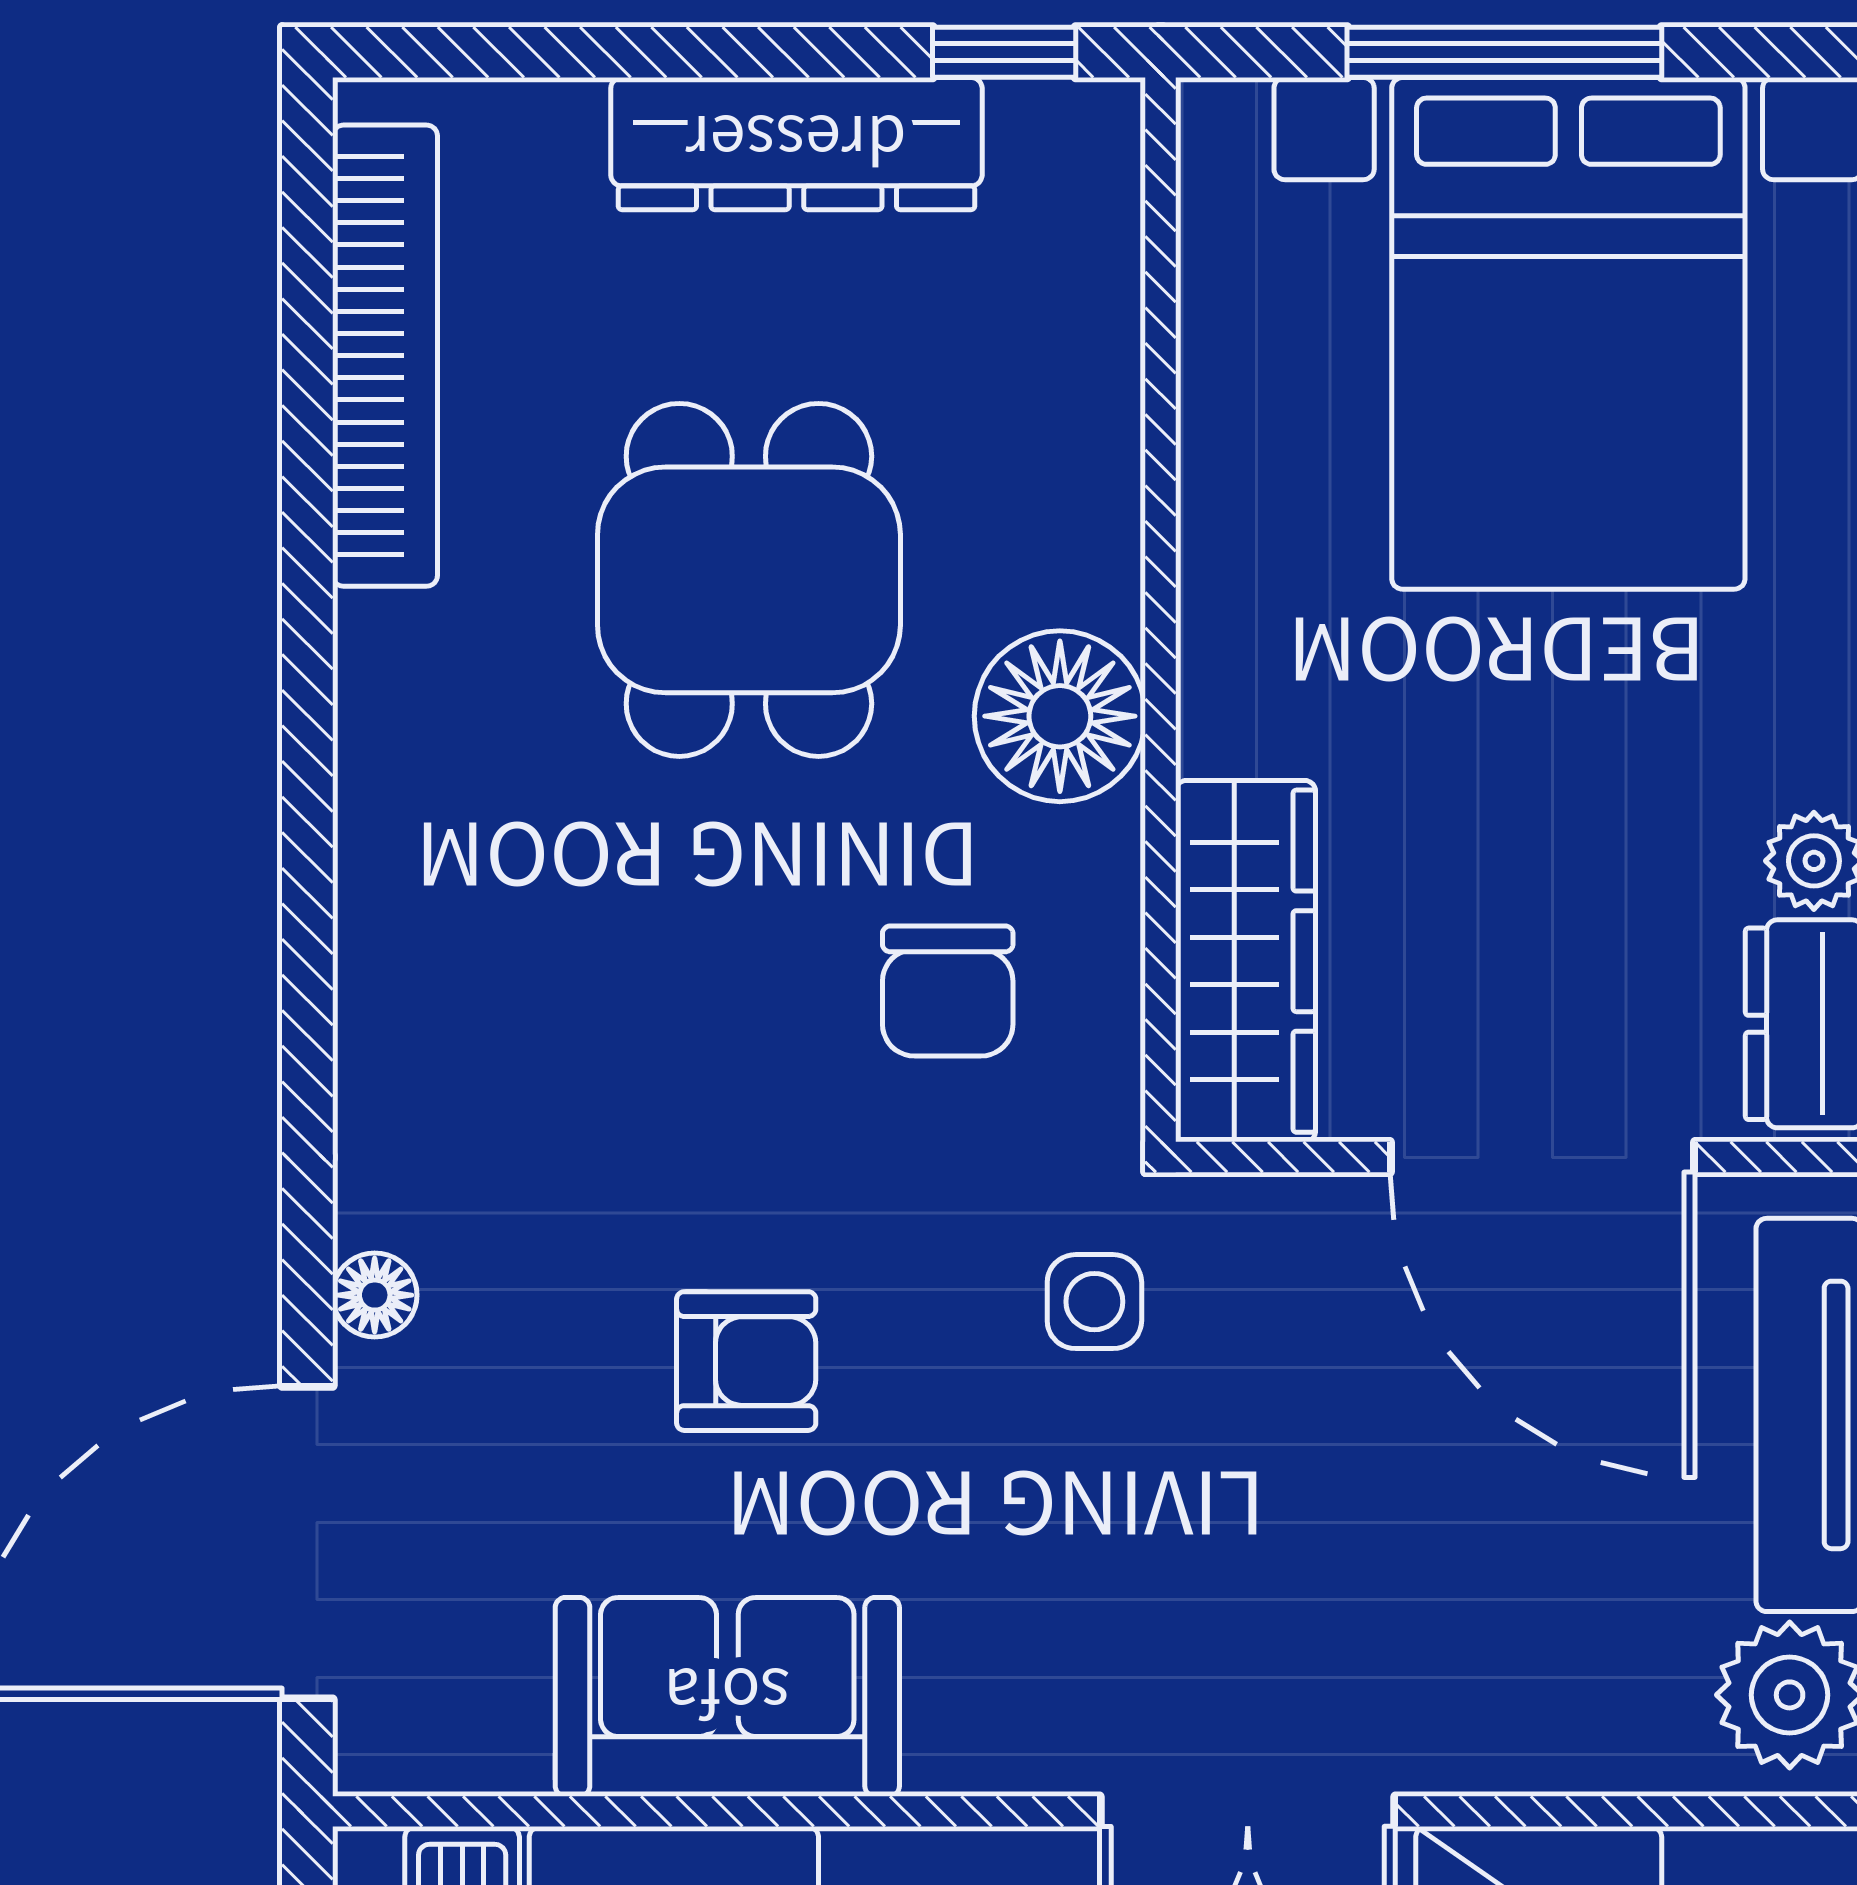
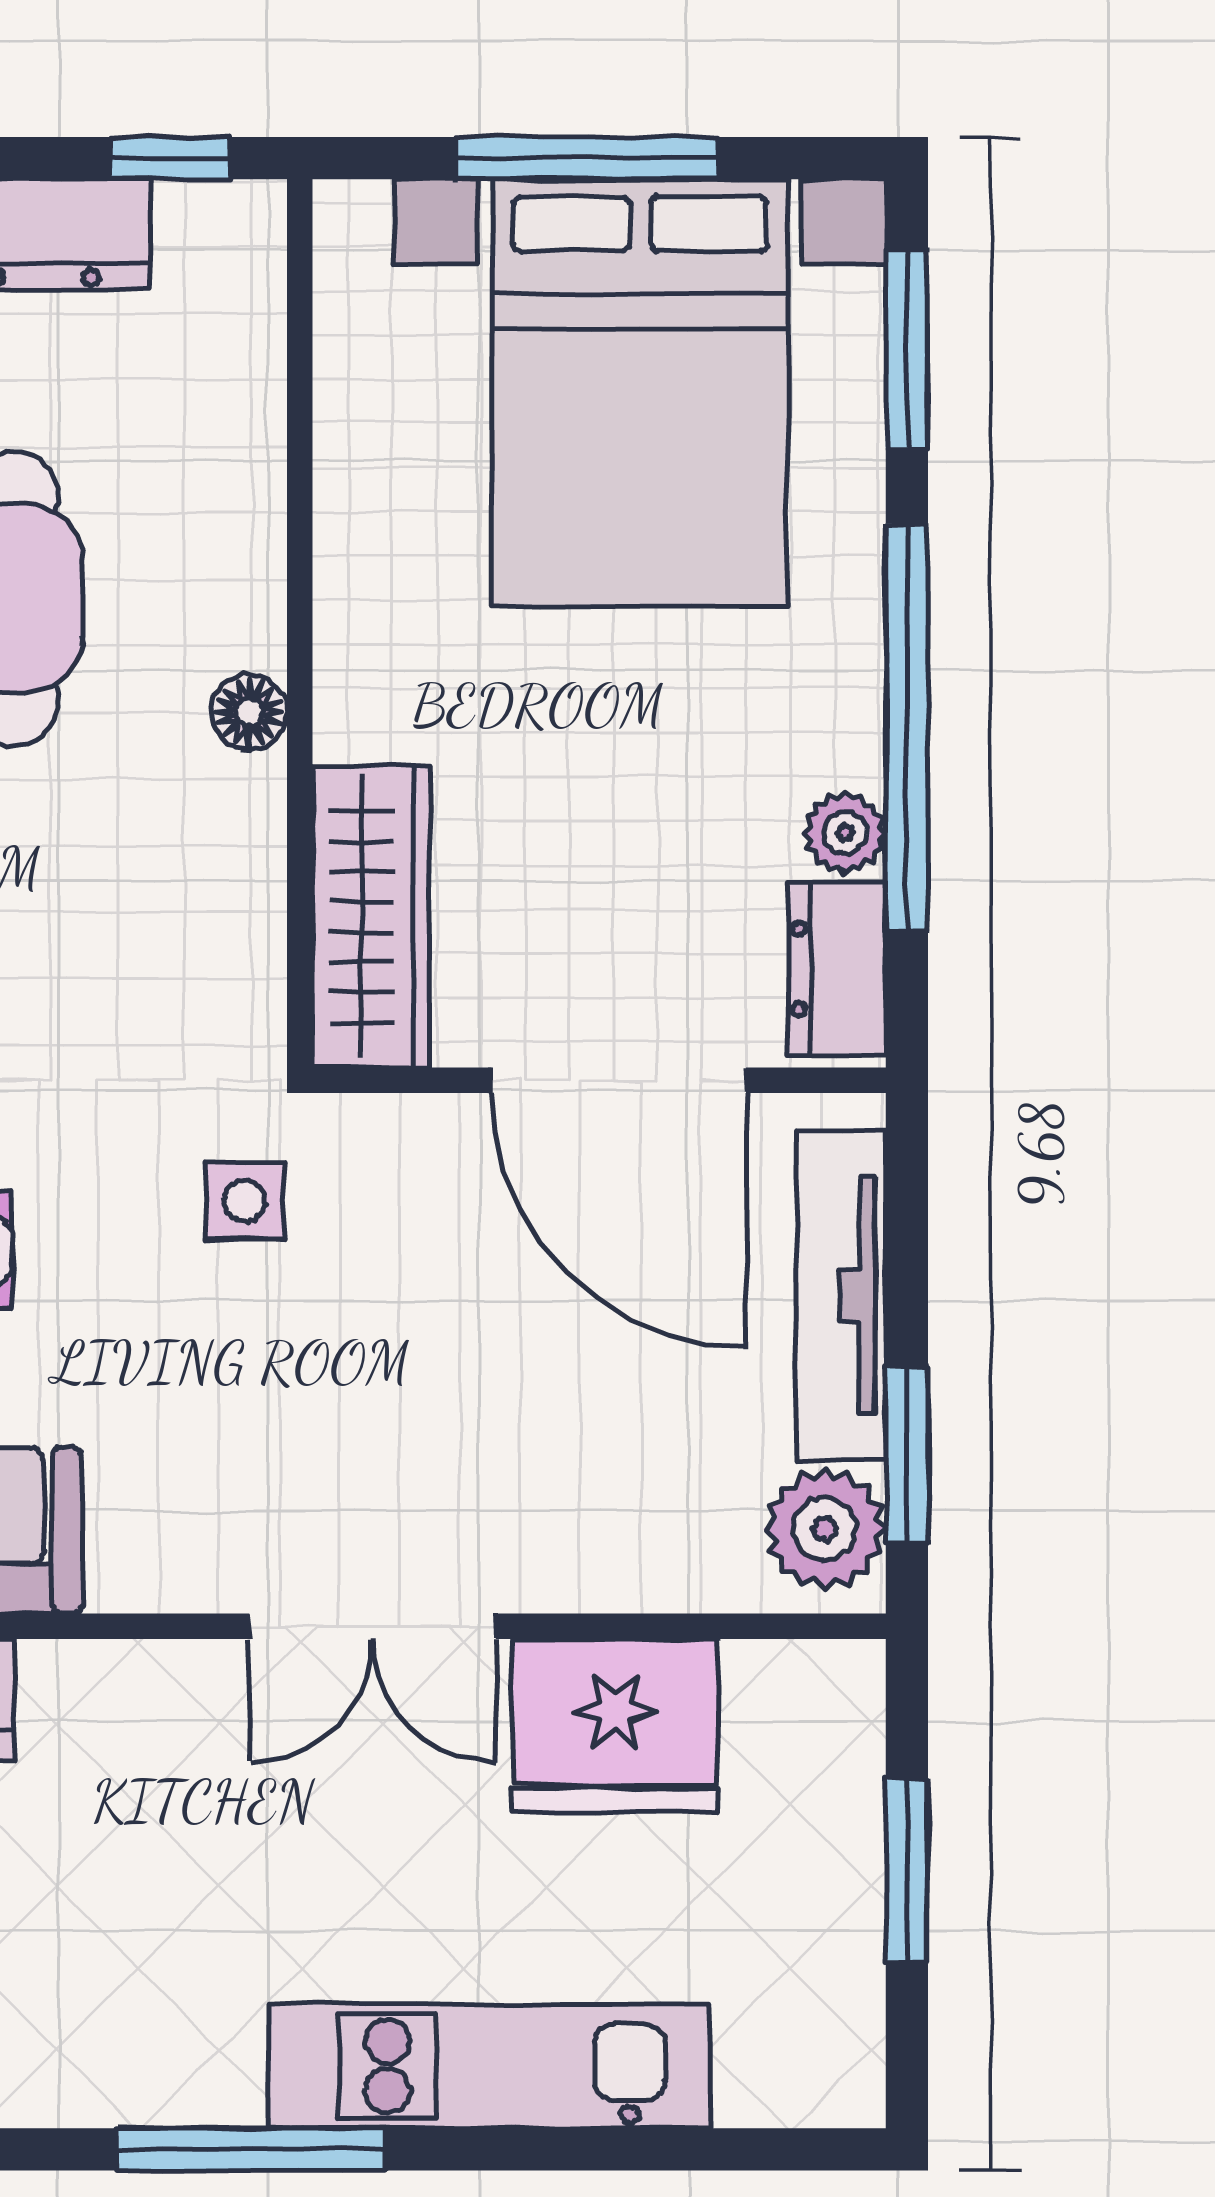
floor lamp: (1060, 716) -> (249, 712), width x0.53, depth x0.53
chair: (948, 991) -> (122, 942), removed

